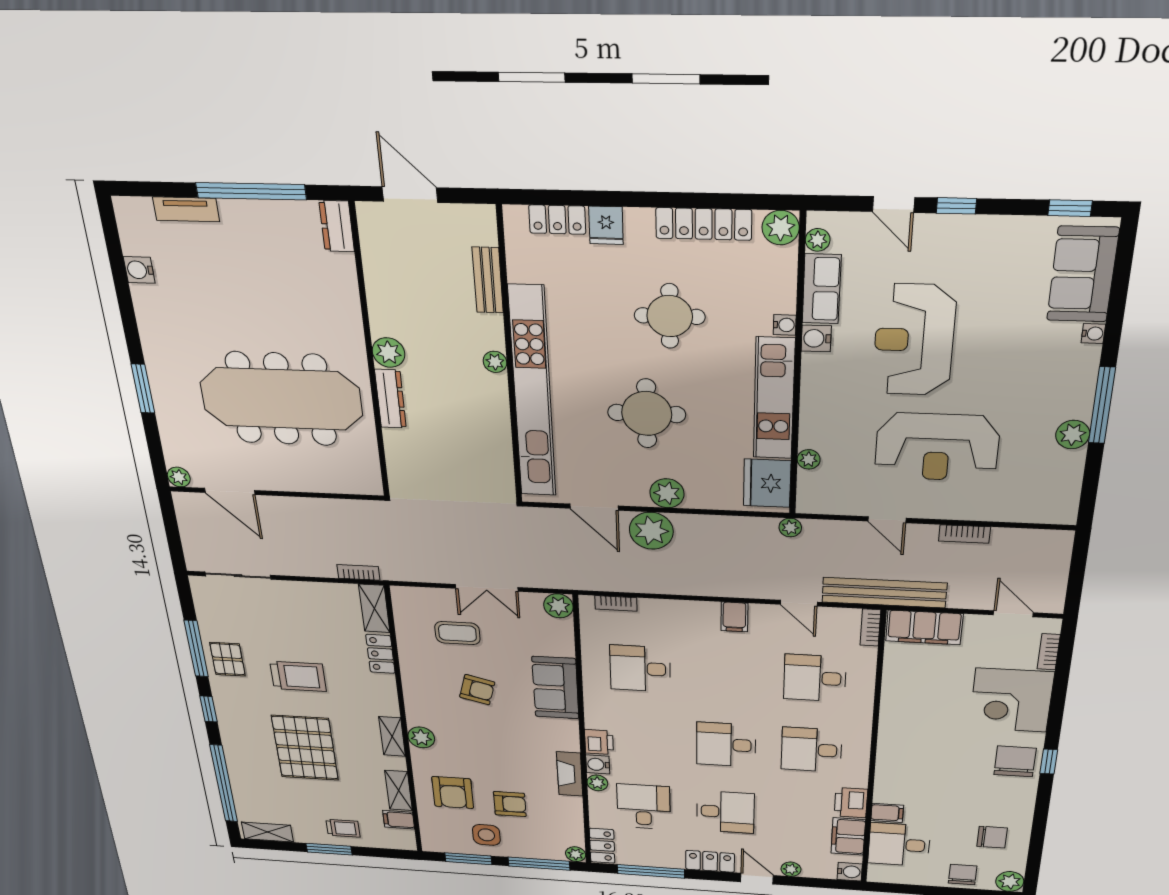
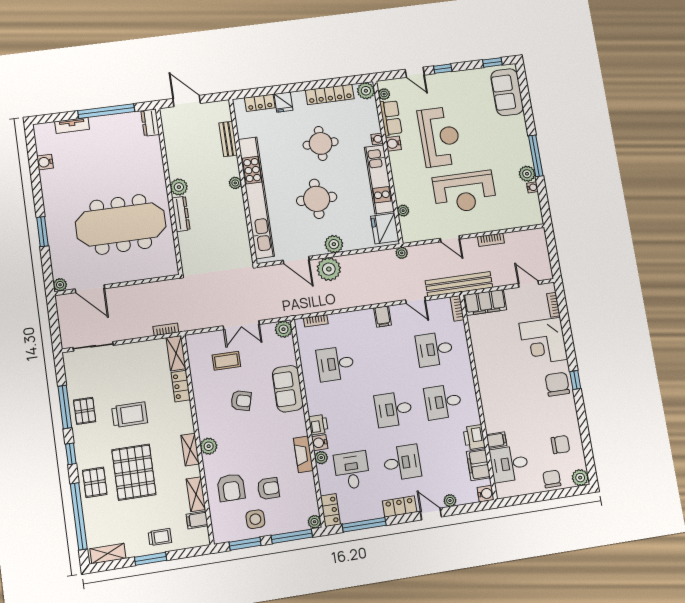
water cooler: (1093, 334) -> (532, 187), moved
reception desk: (914, 340) -> (440, 137), turned 180
pallet: (246, 749) -> (95, 482), added

